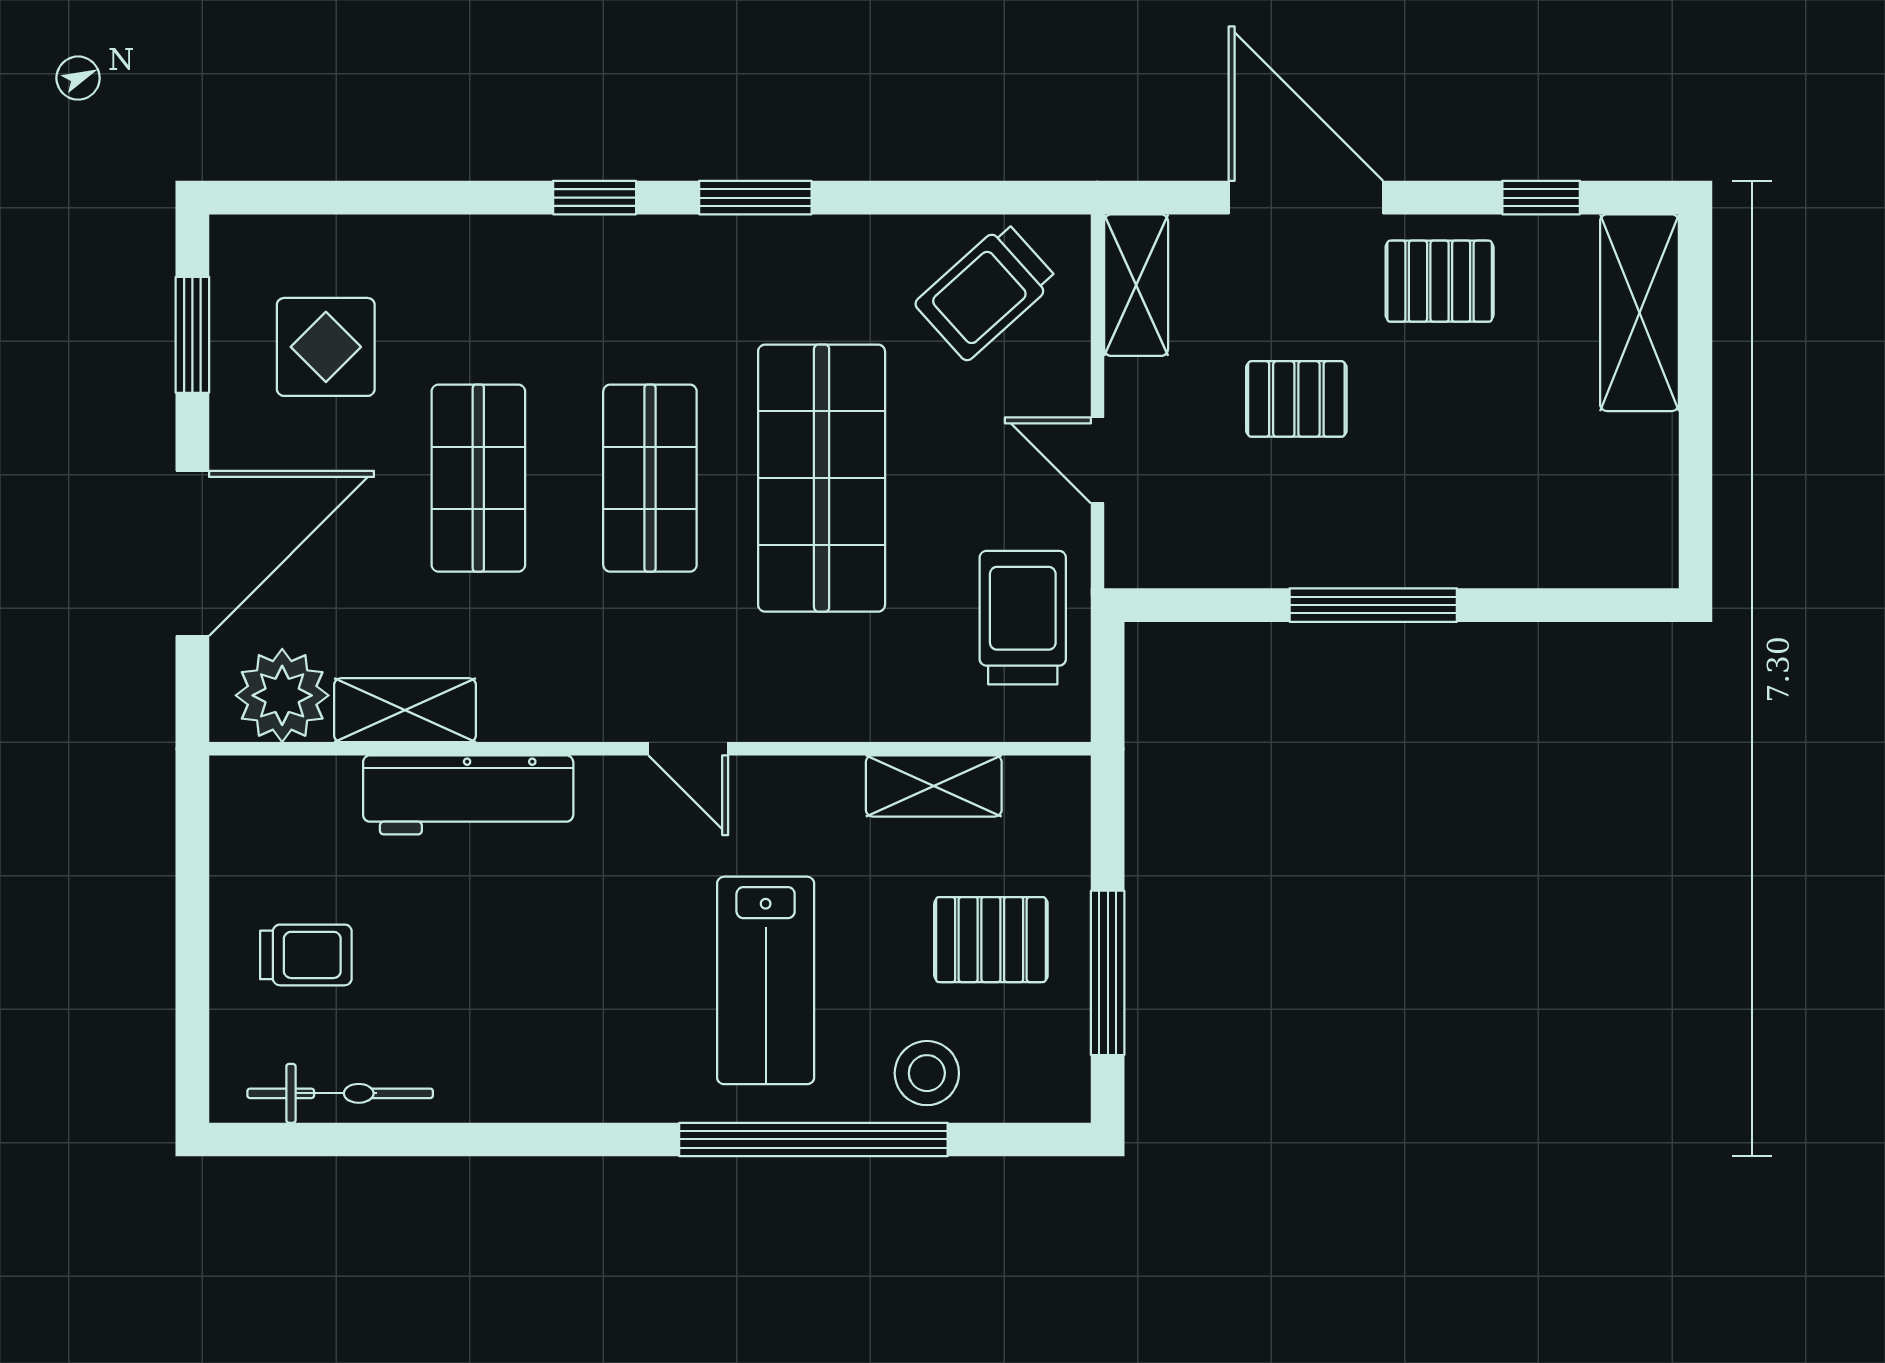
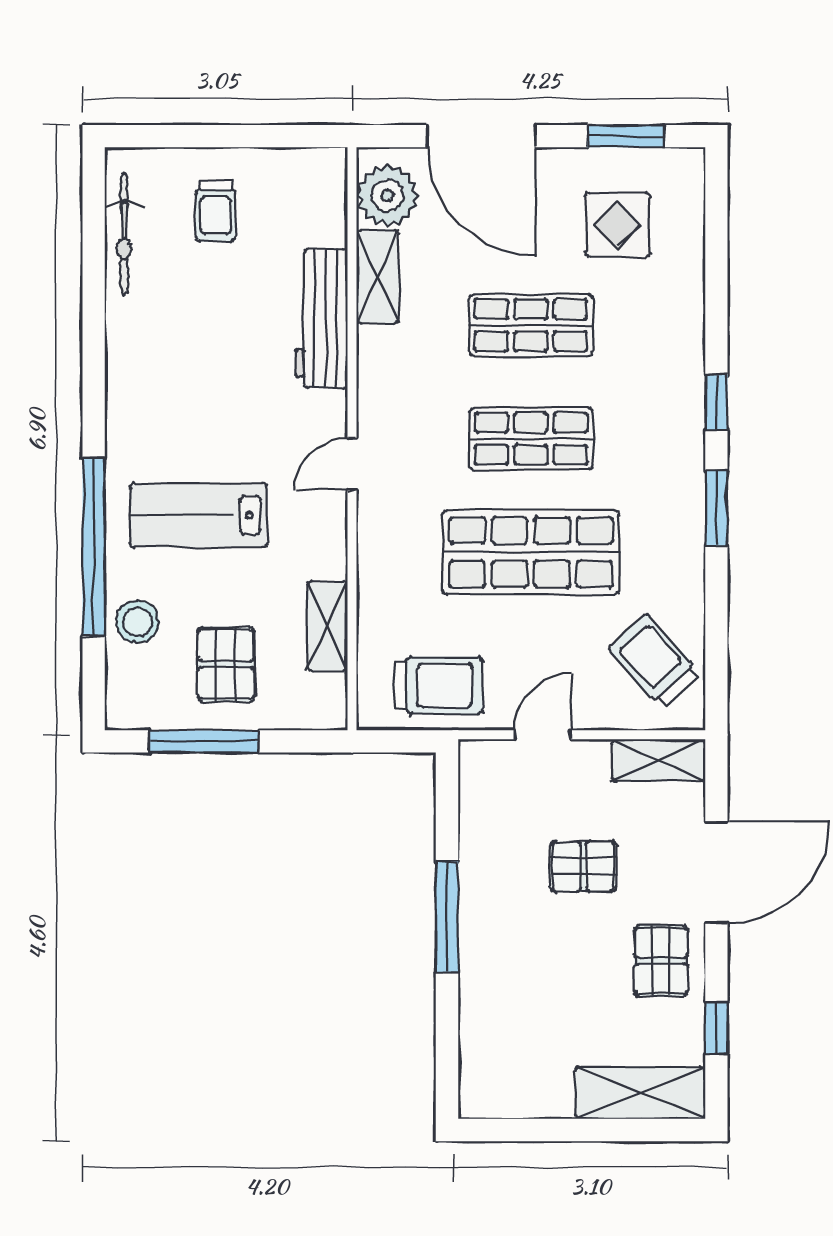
pallet: (1296, 399) -> (583, 866), turned 90

